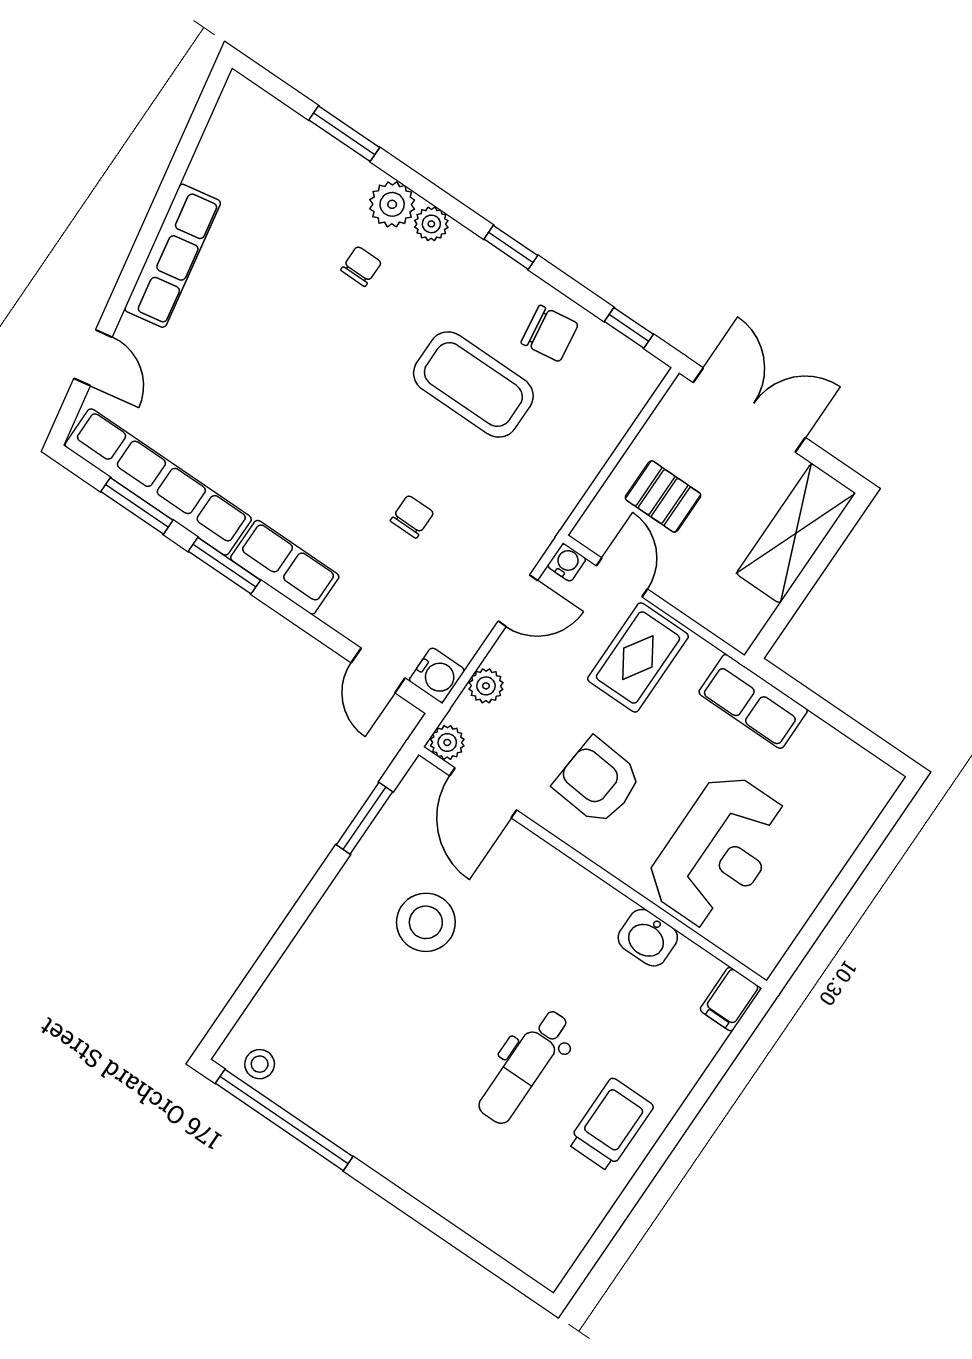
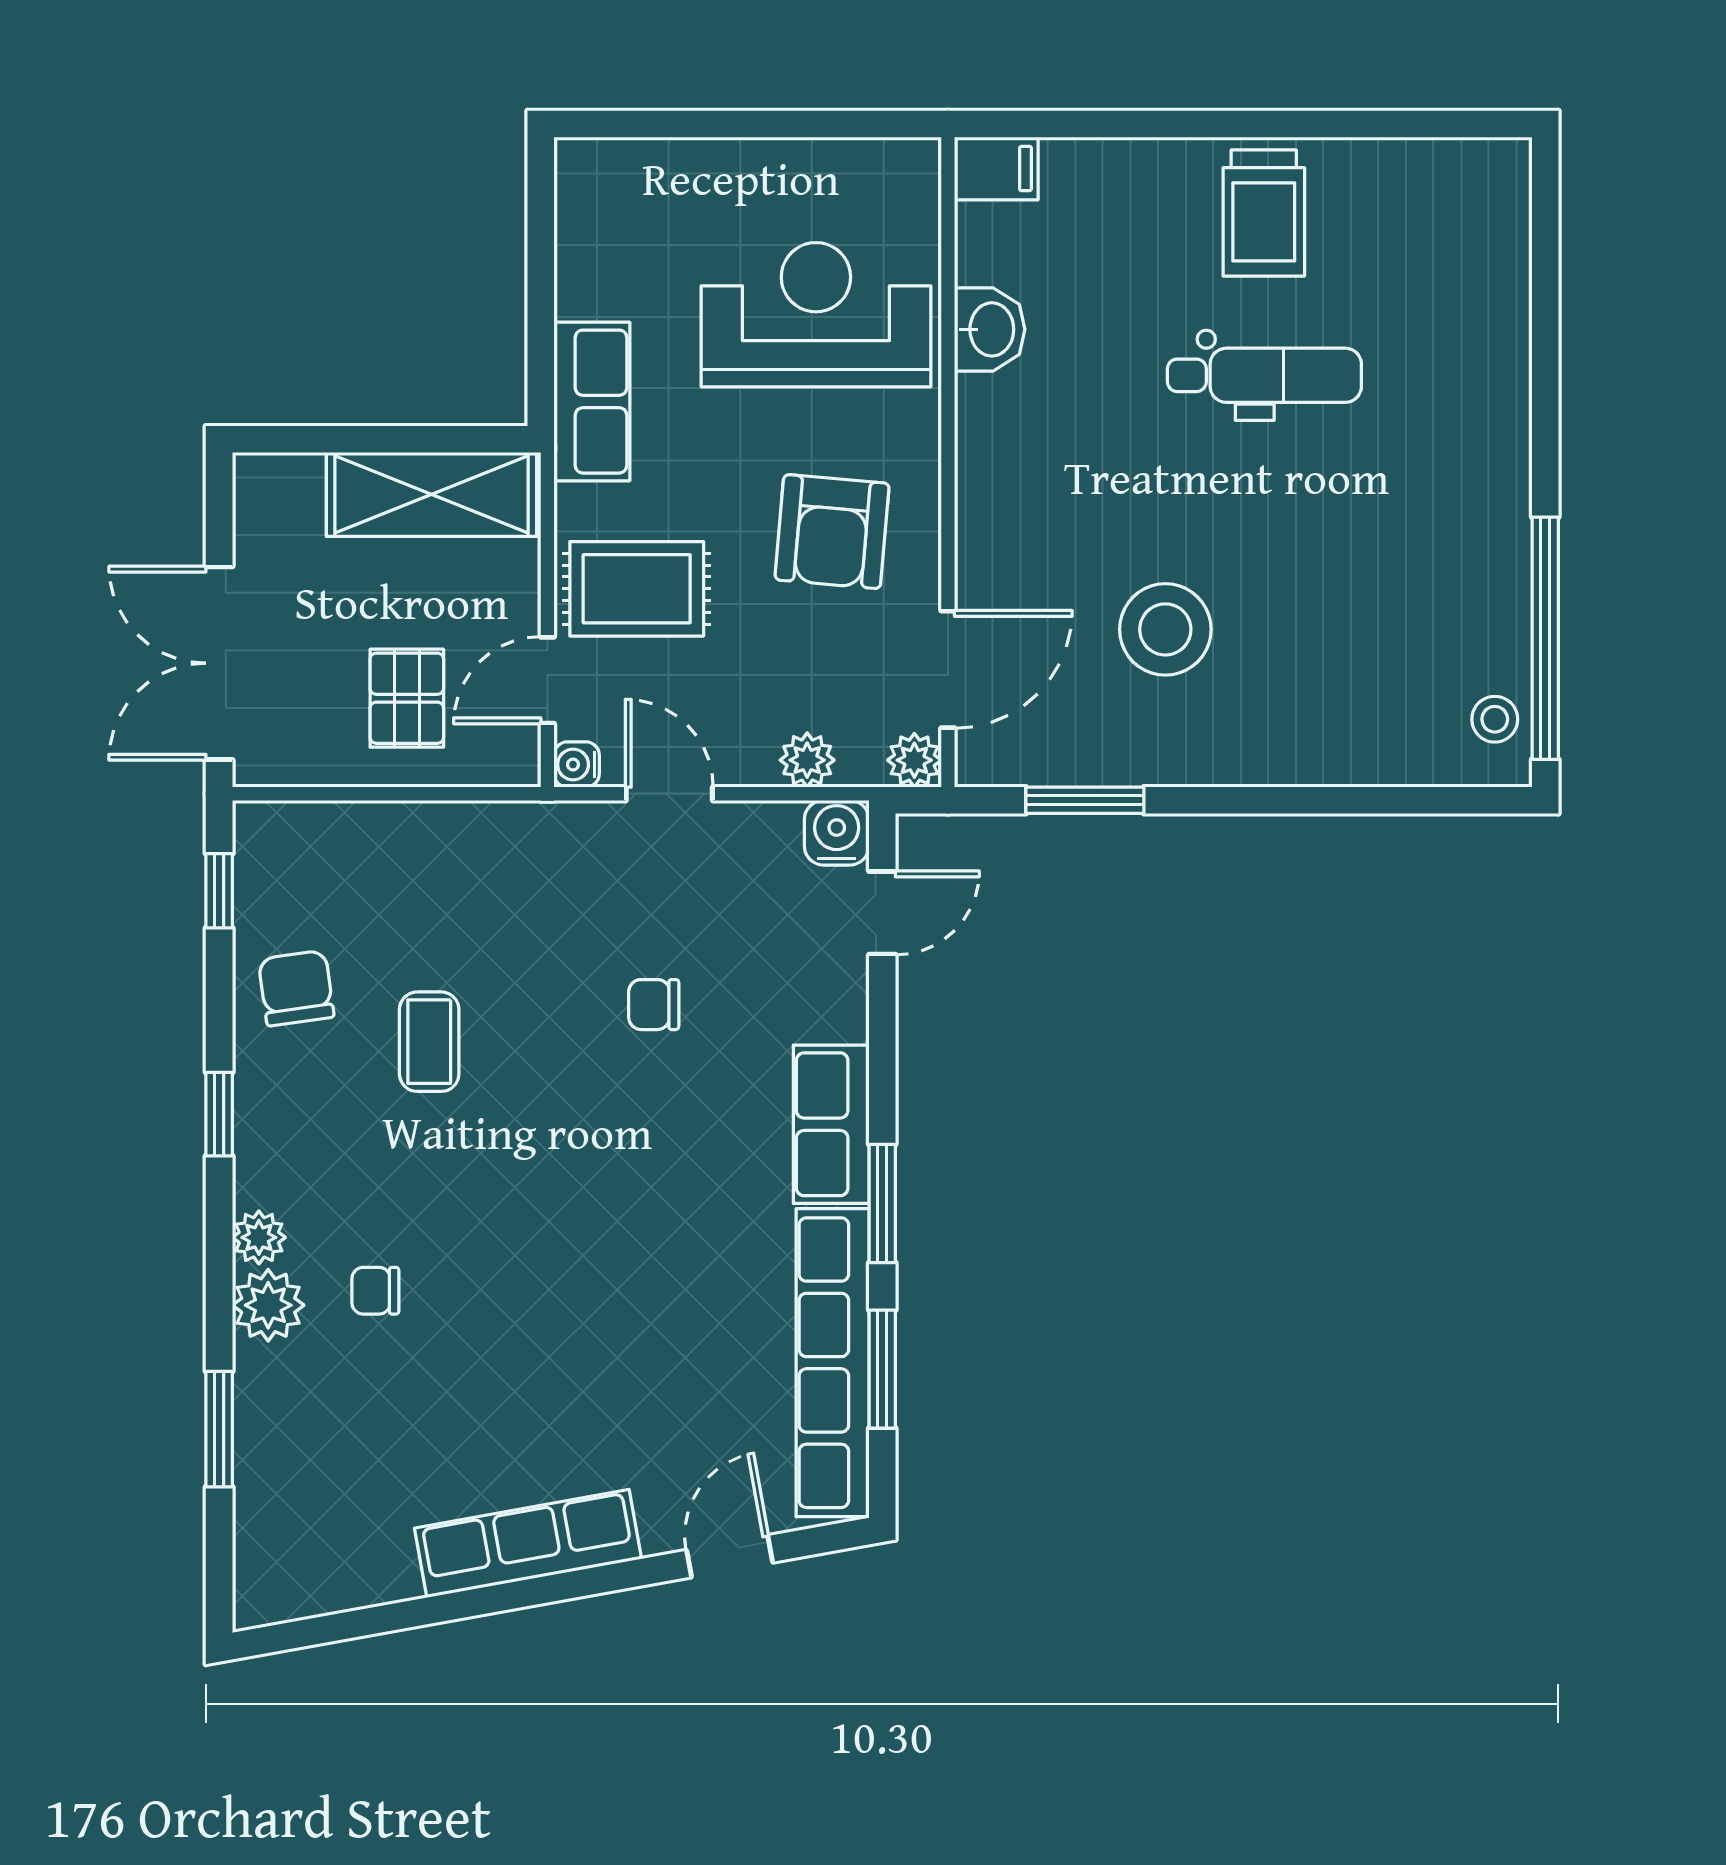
coffee table: (473, 385) -> (429, 1042), width x0.54, depth x0.58
shelving: (796, 533) -> (431, 494), moved
trolley: (610, 1125) -> (1264, 213), turned -90

